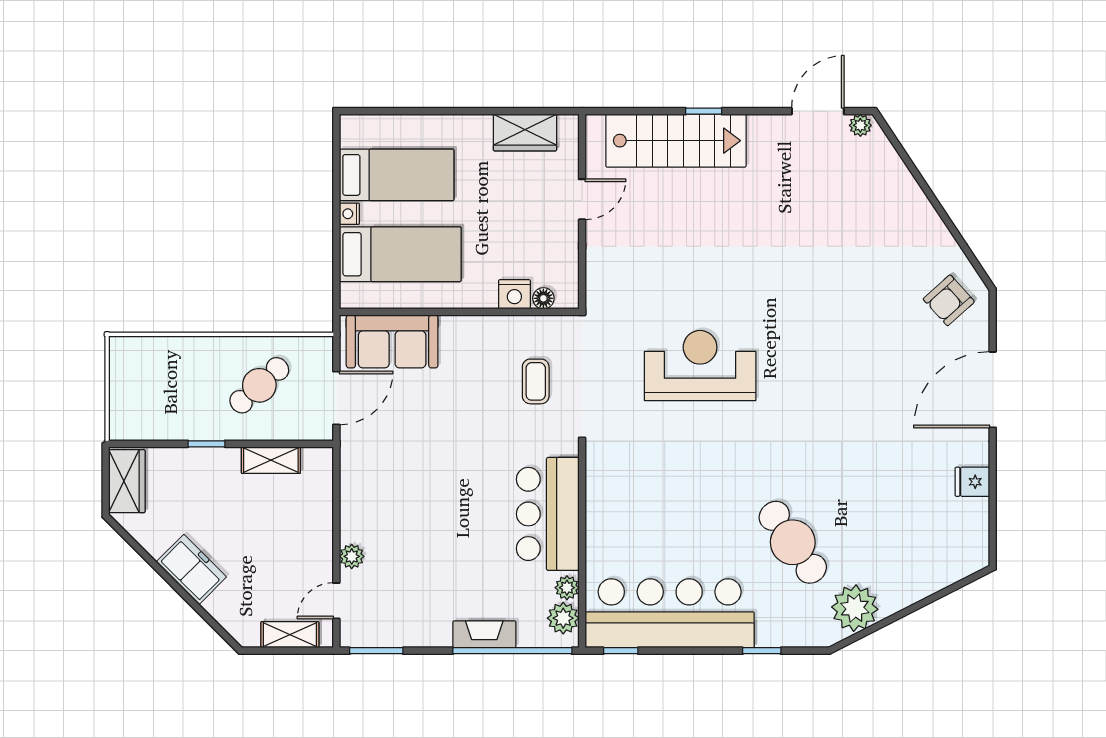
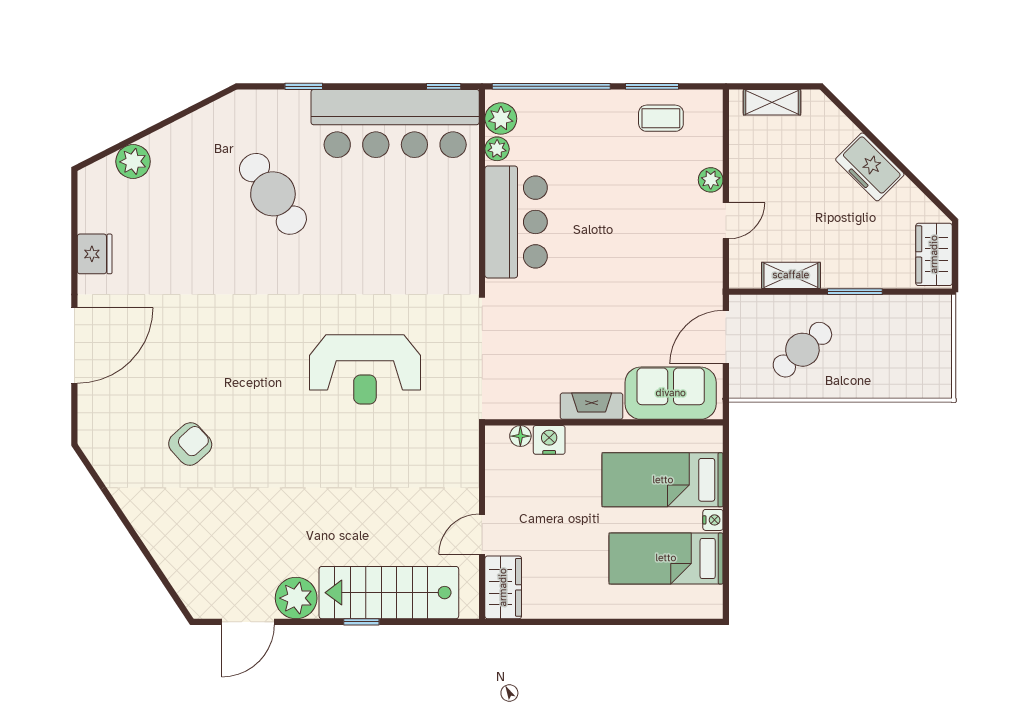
plant: (860, 125) -> (296, 598), moved, width x1.88, depth x1.88
wardrobe: (525, 133) -> (503, 587), moved, turned 90
armchair: (949, 300) -> (190, 444), moved
coffee table: (536, 381) -> (661, 118), moved, turned 90
window: (206, 444) -> (855, 292), width x1.50
fridge: (972, 482) -> (95, 254), width x1.38
door: (336, 601) -> (726, 221), moved
plant: (855, 608) -> (133, 161), moved, width x0.73, depth x0.73
fireplace: (484, 634) -> (592, 406), moved, turned 180
window: (376, 651) -> (652, 86), moved

